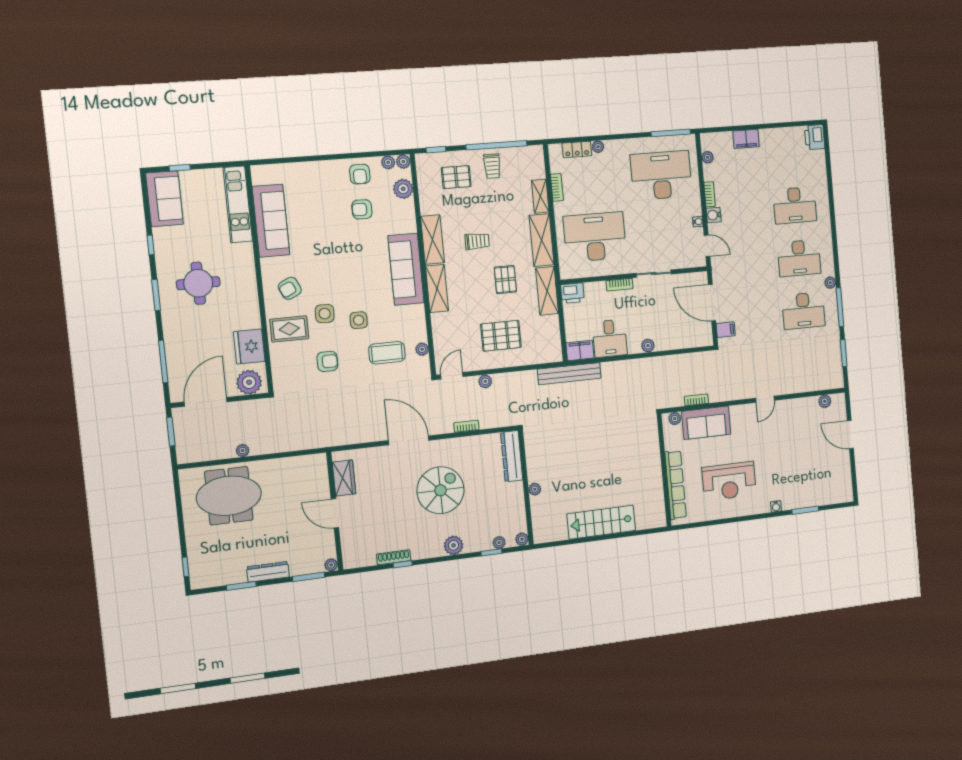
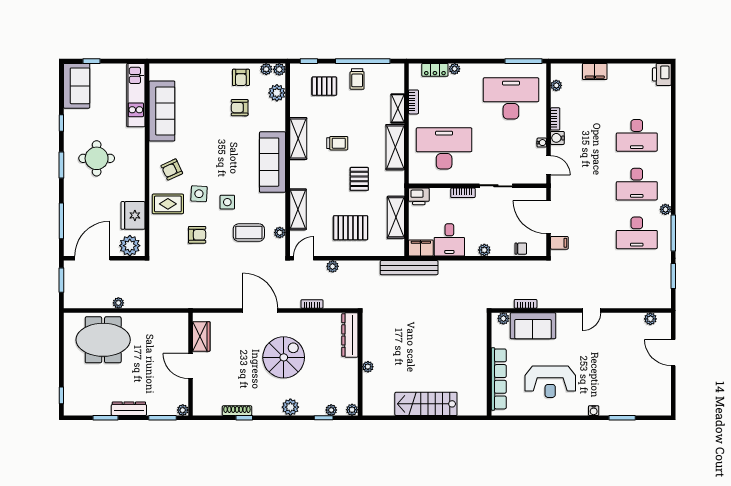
shelving: (437, 288) -> (298, 209), moved
shelving: (547, 291) -> (396, 217), moved
chair: (686, 340) -> (521, 249), added

